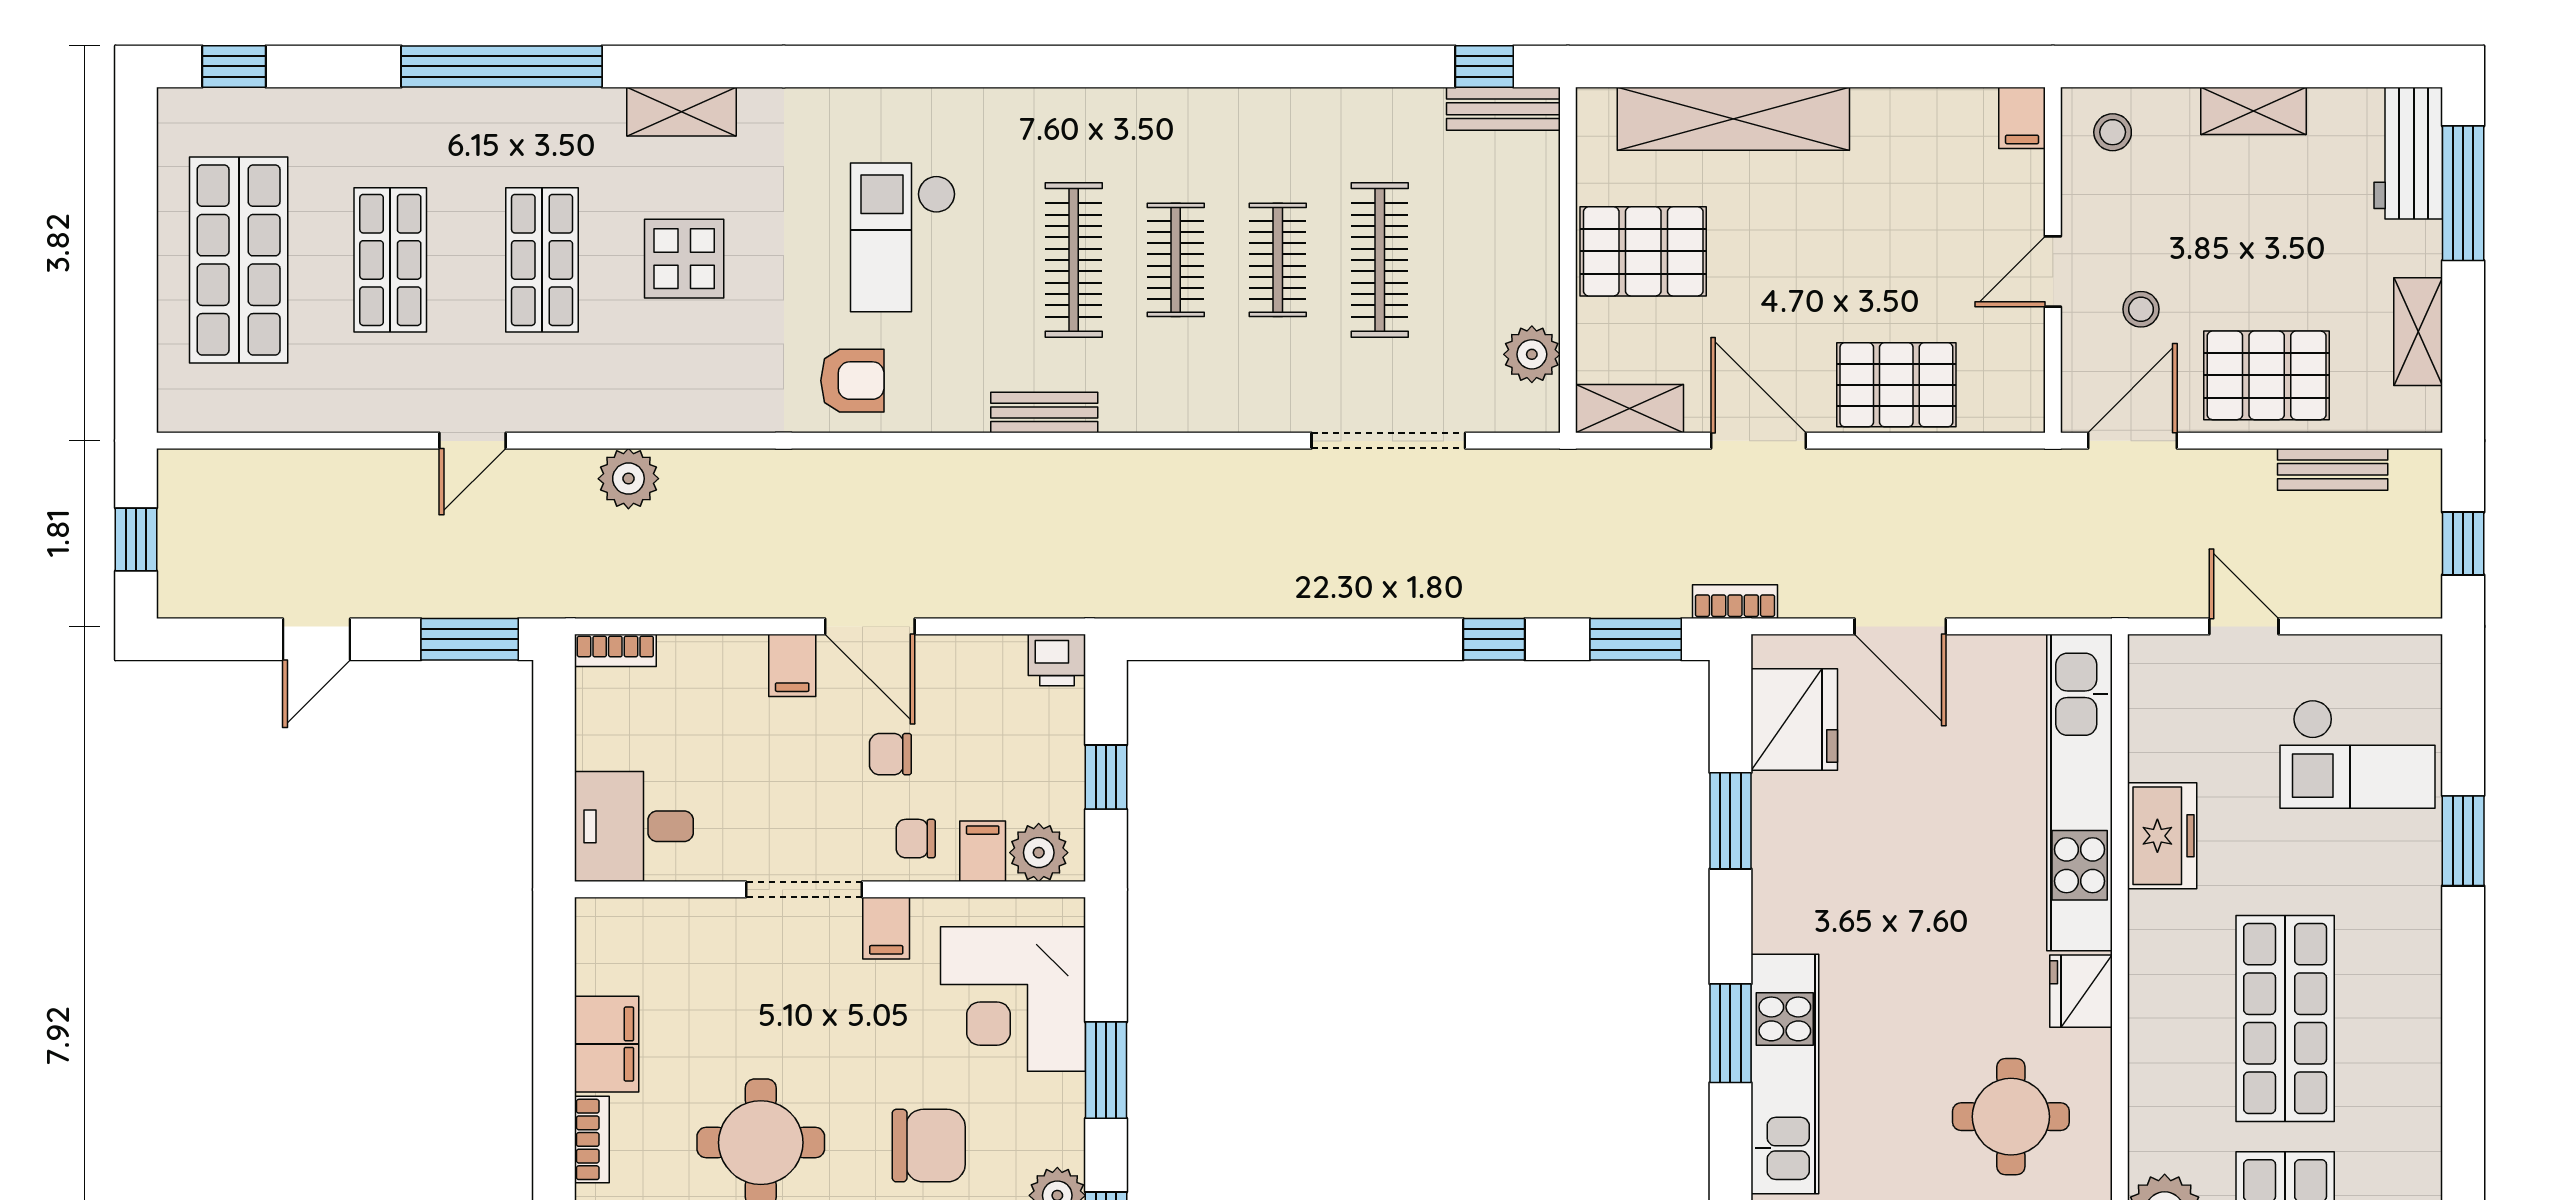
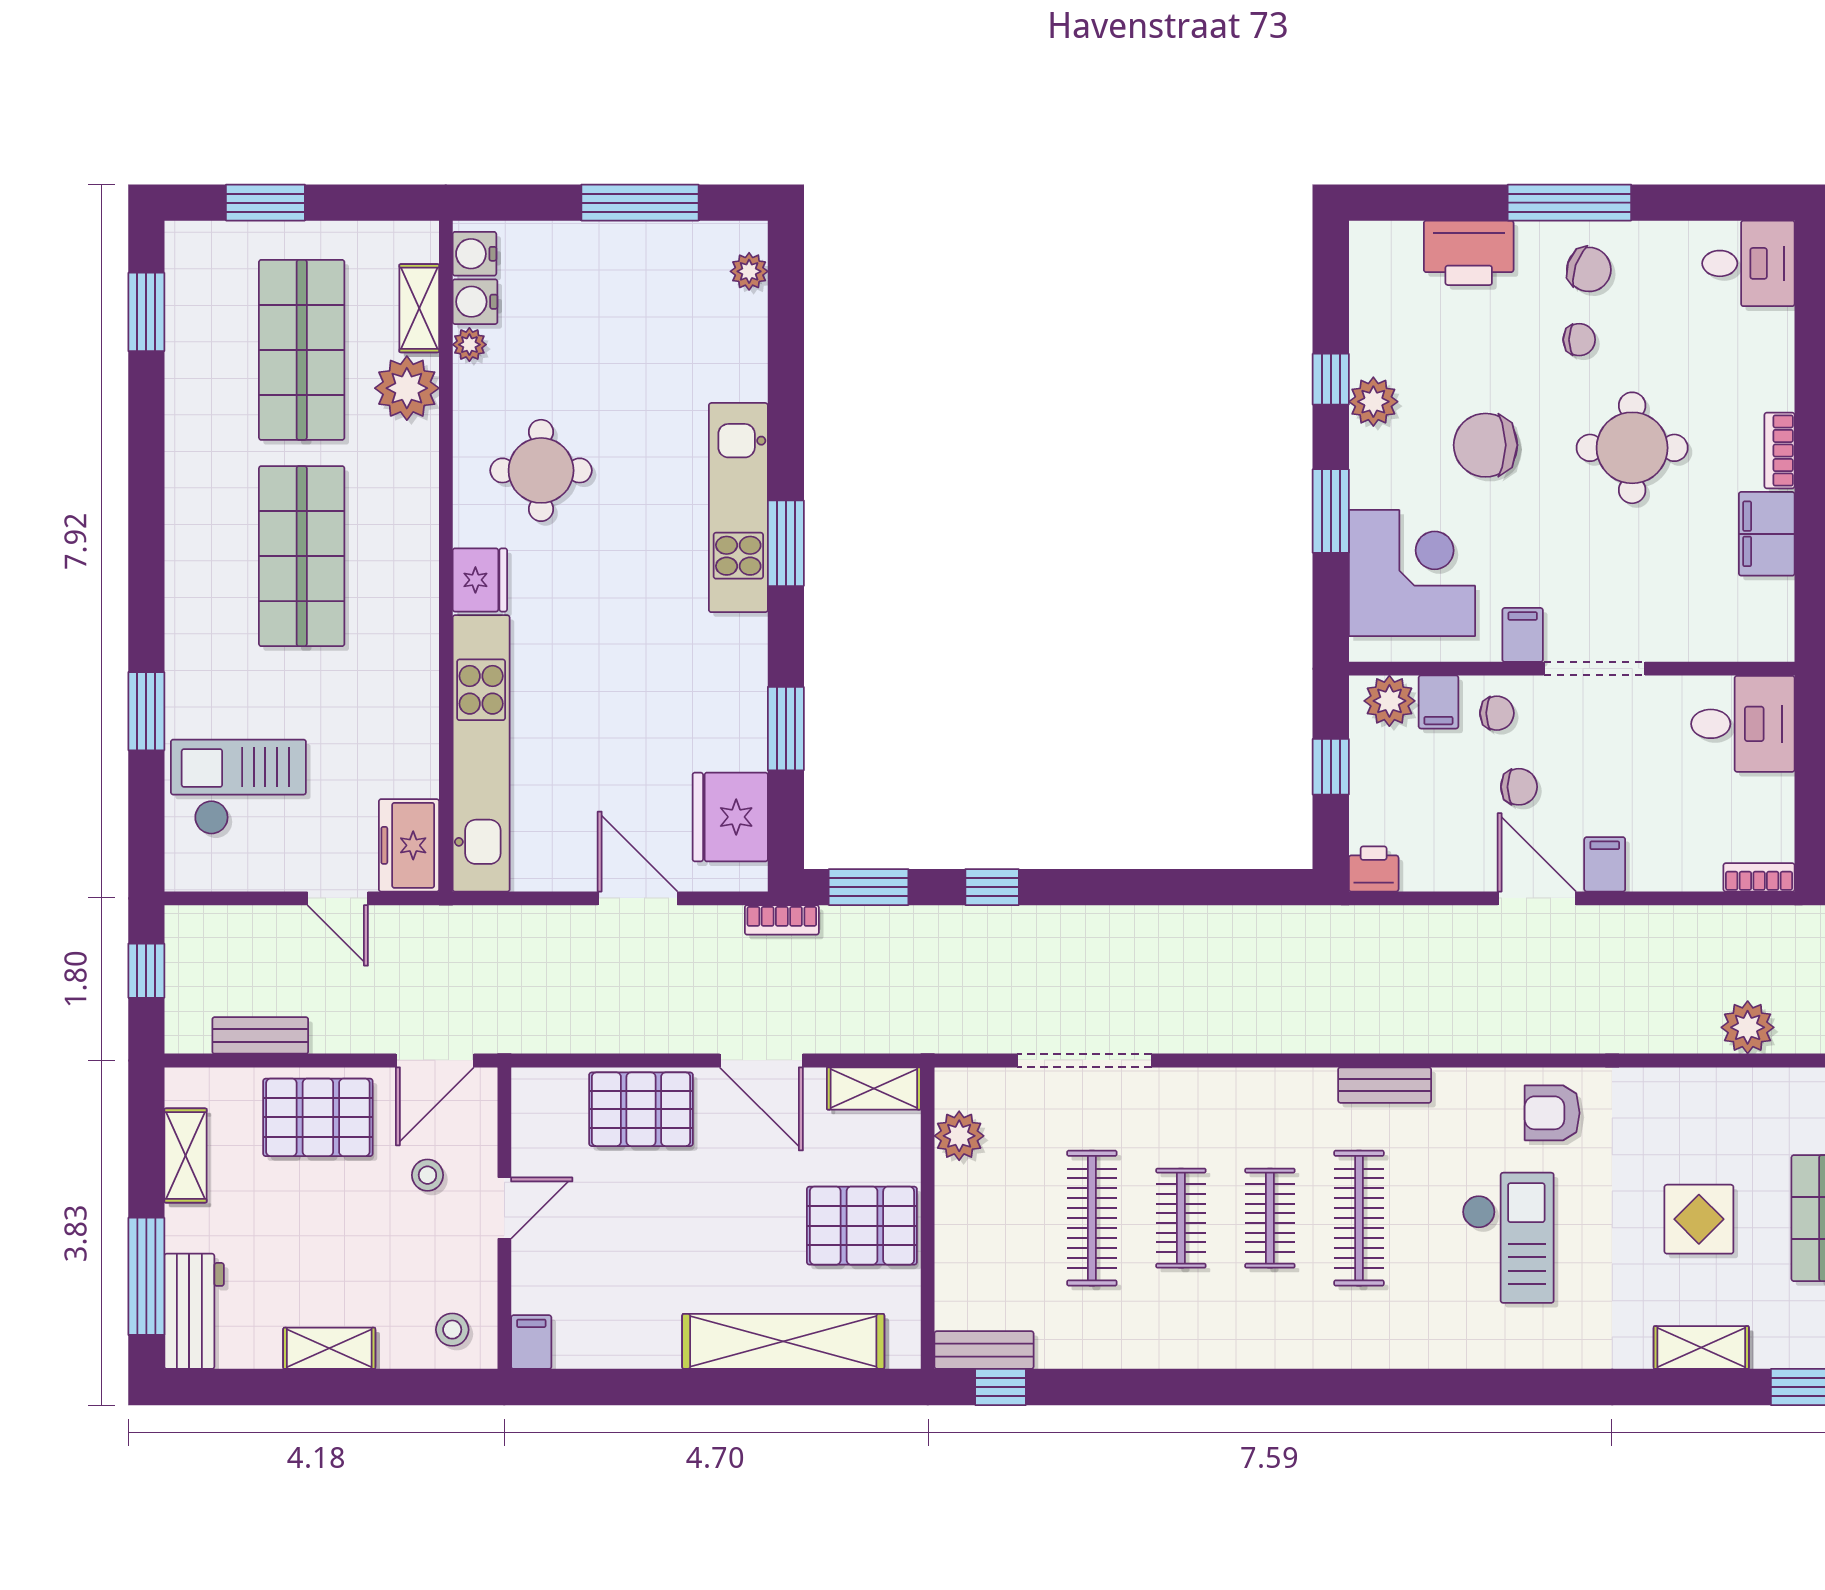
freezer: (2162, 836) -> (409, 845), moved

